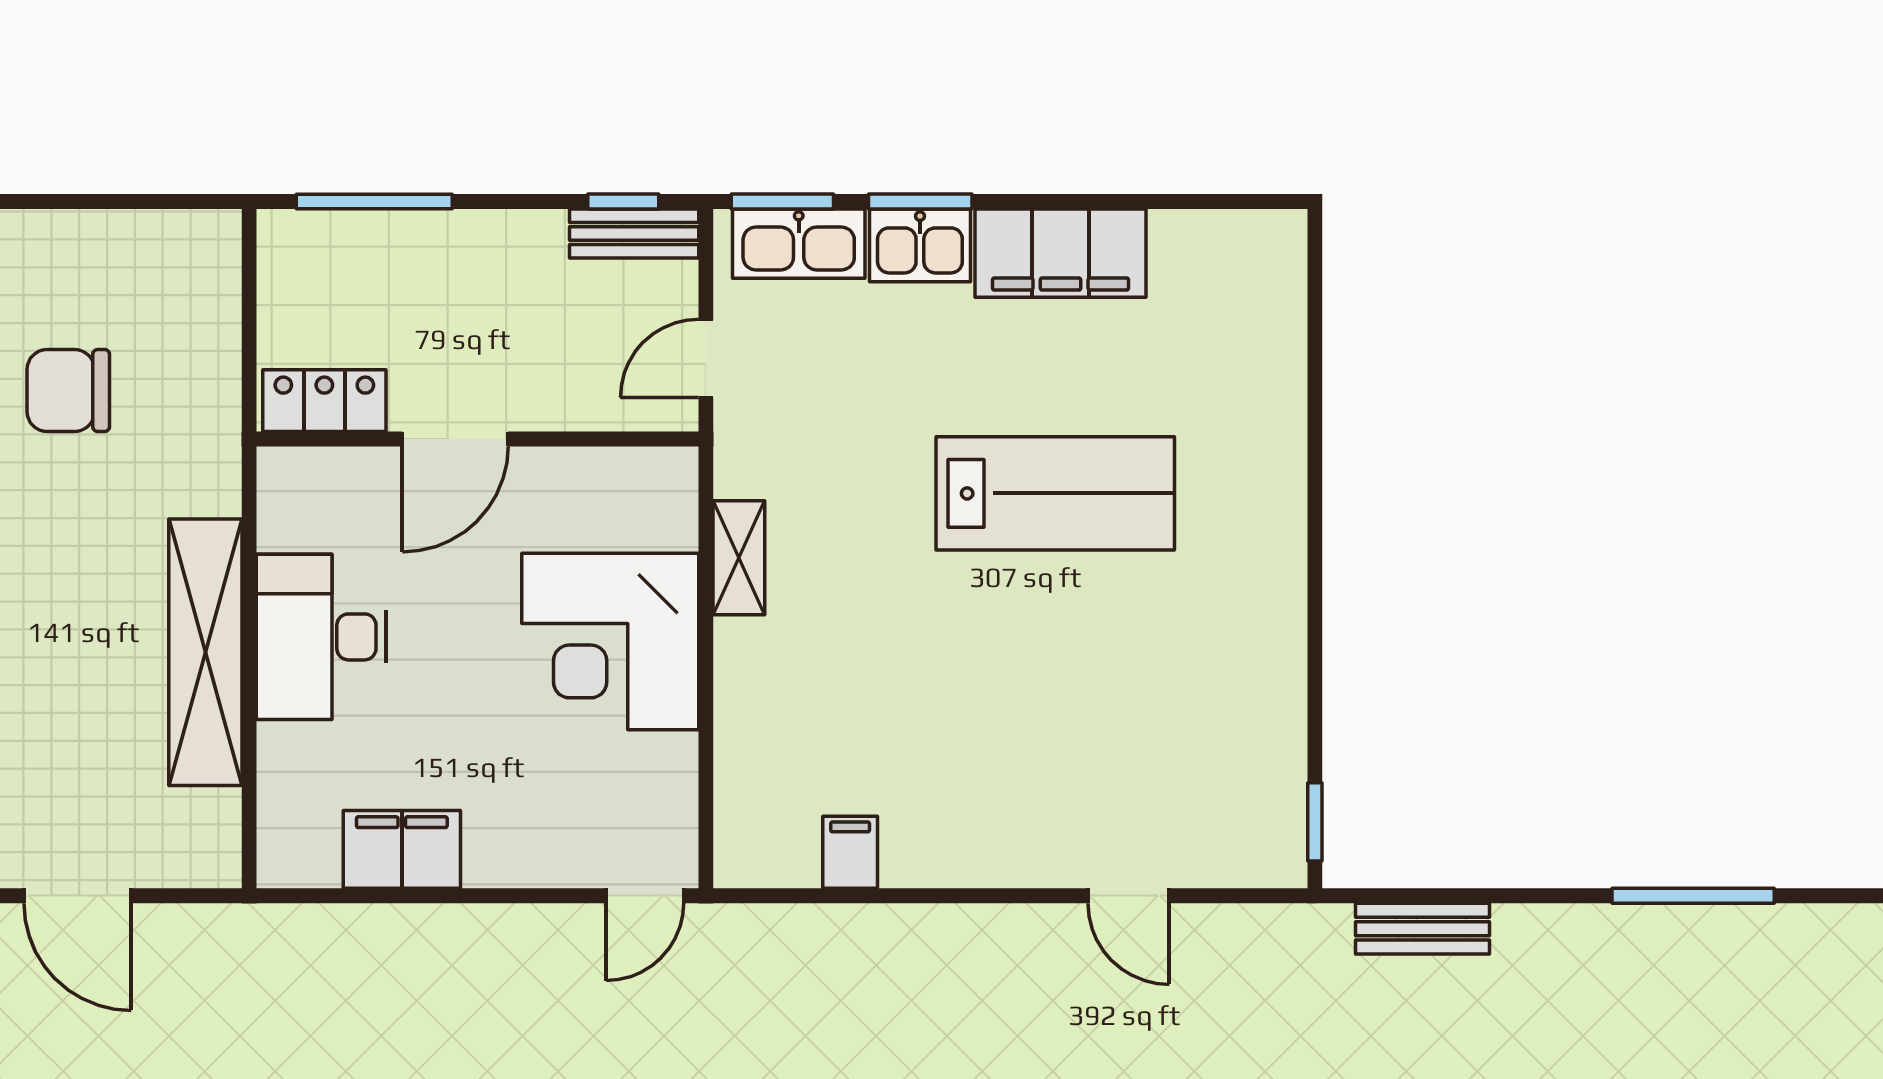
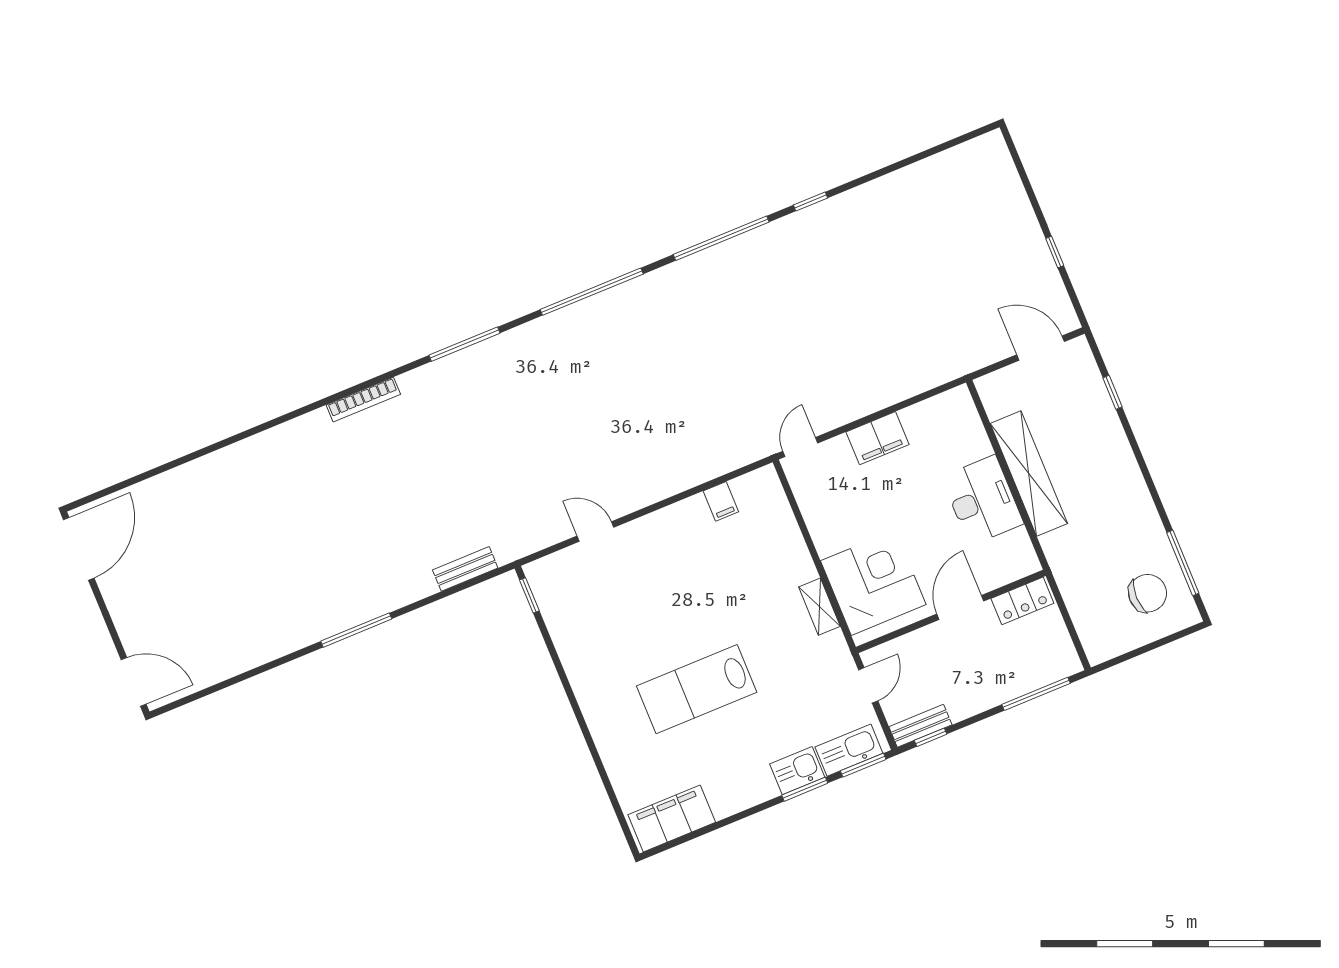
filing cabinet: (1061, 253) -> (672, 818), moved
chair: (68, 391) -> (1147, 593), moved
corner desk: (610, 641) -> (873, 583), moved
filing cabinet: (402, 849) -> (877, 438), moved

